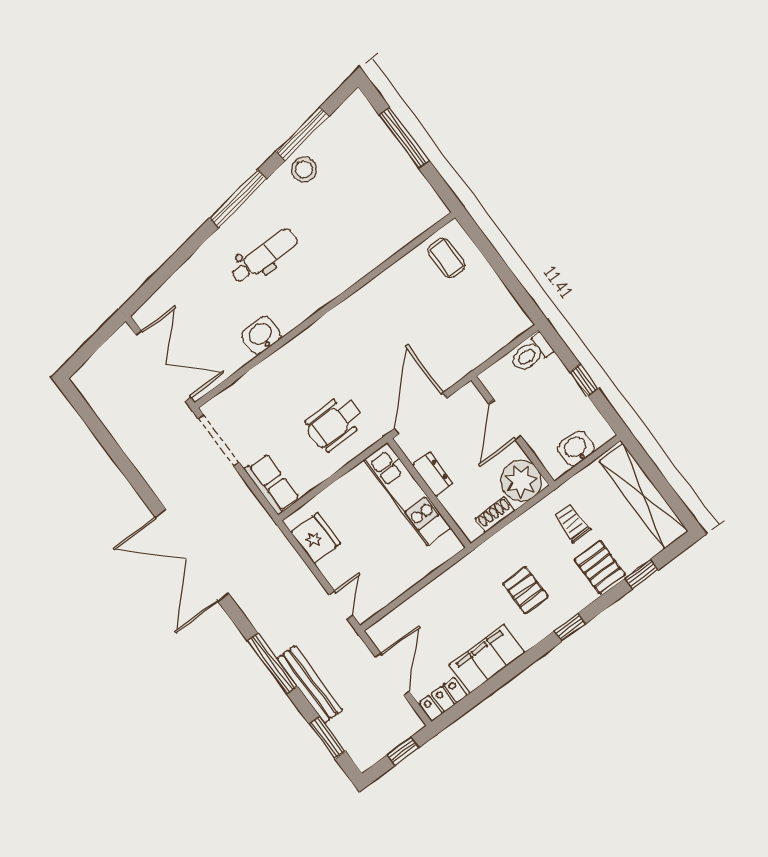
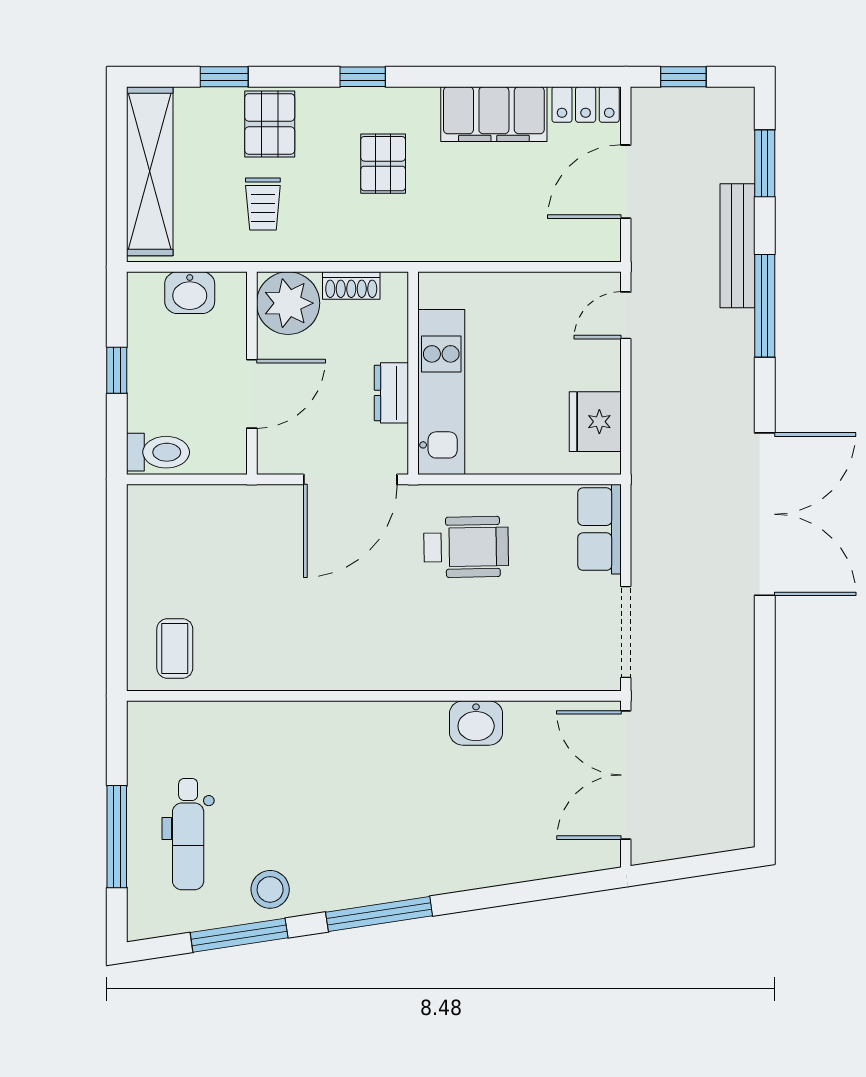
dental chair: (264, 256) -> (188, 834), moved, turned -90

